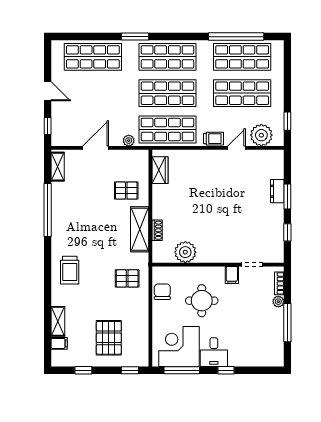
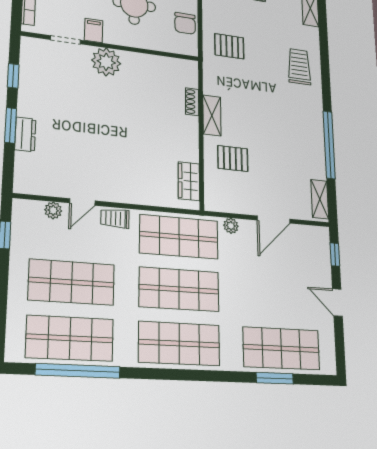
window: (135, 37) -> (275, 378), moved
plant: (261, 135) -> (53, 210), width x0.53, depth x0.53
shelving: (140, 229) -> (212, 115), width x0.67, depth x0.75
plant: (185, 252) -> (106, 62), moved

